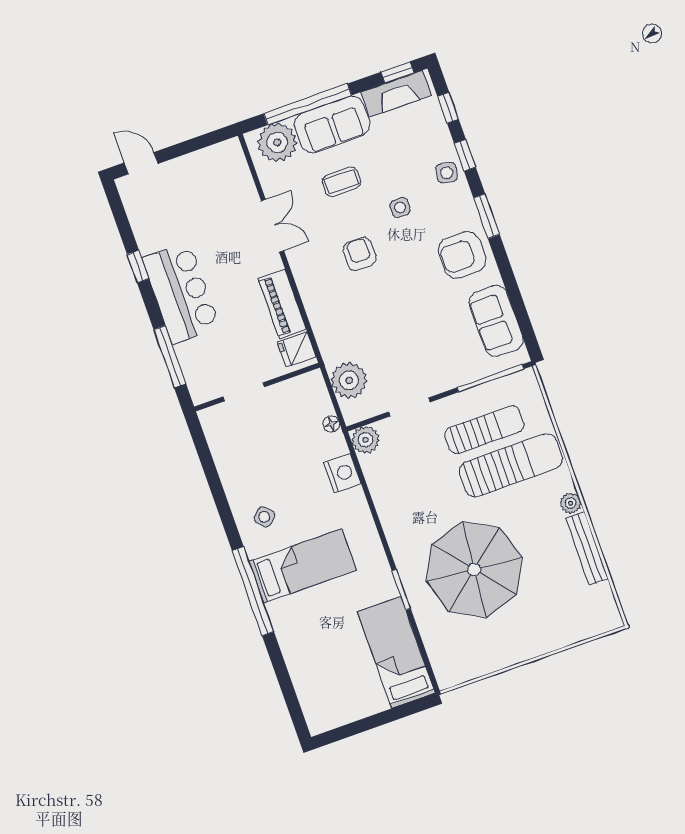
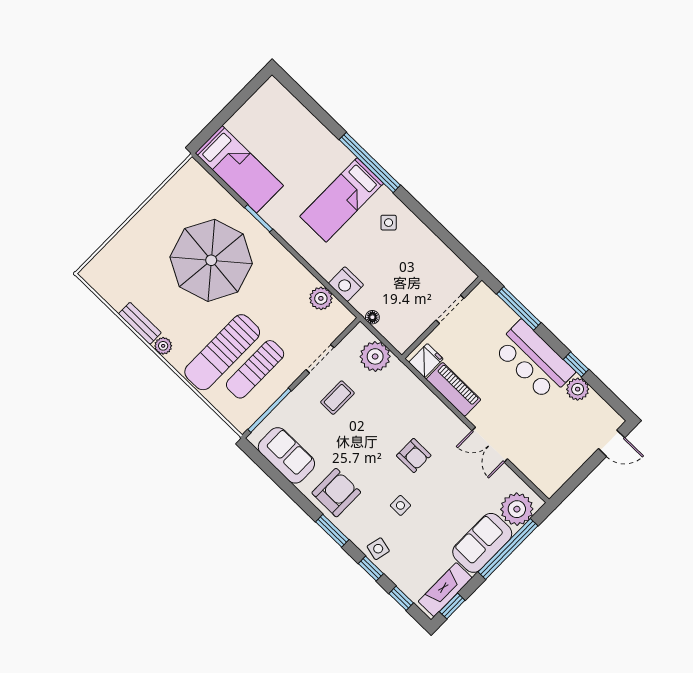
coffee table: (341, 182) -> (337, 398), moved
plant: (149, 239) -> (578, 389), added
plant: (365, 440) -> (321, 298), moved
bench: (587, 548) -> (140, 323), width x0.73

